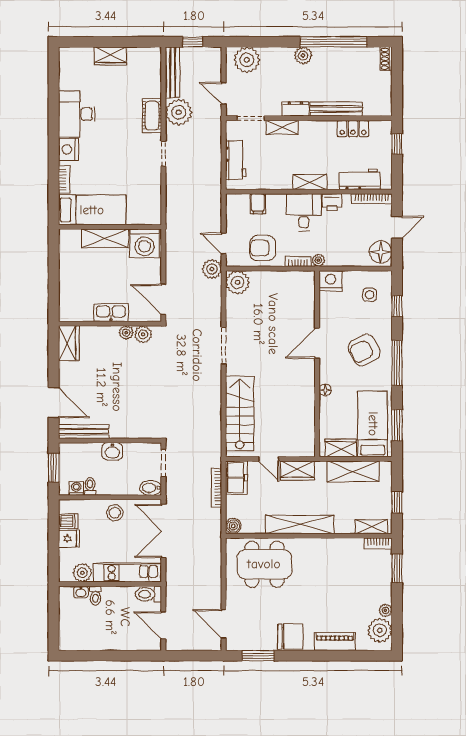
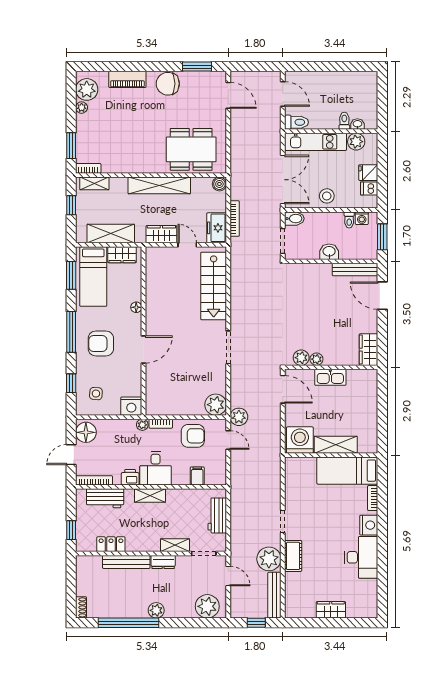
armchair: (364, 350) -> (101, 343), turned -151

